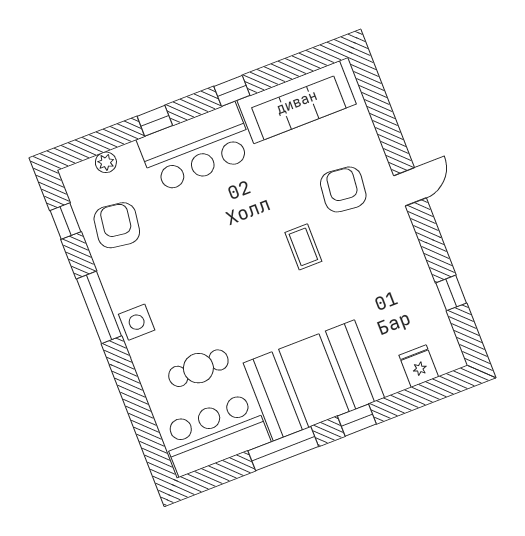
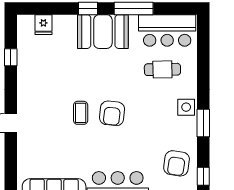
armchair: (343, 189) -> (112, 113), moved
window: (99, 307) -> (203, 123), width x0.69
booth: (314, 380) -> (103, 32), width x0.73, depth x0.70

